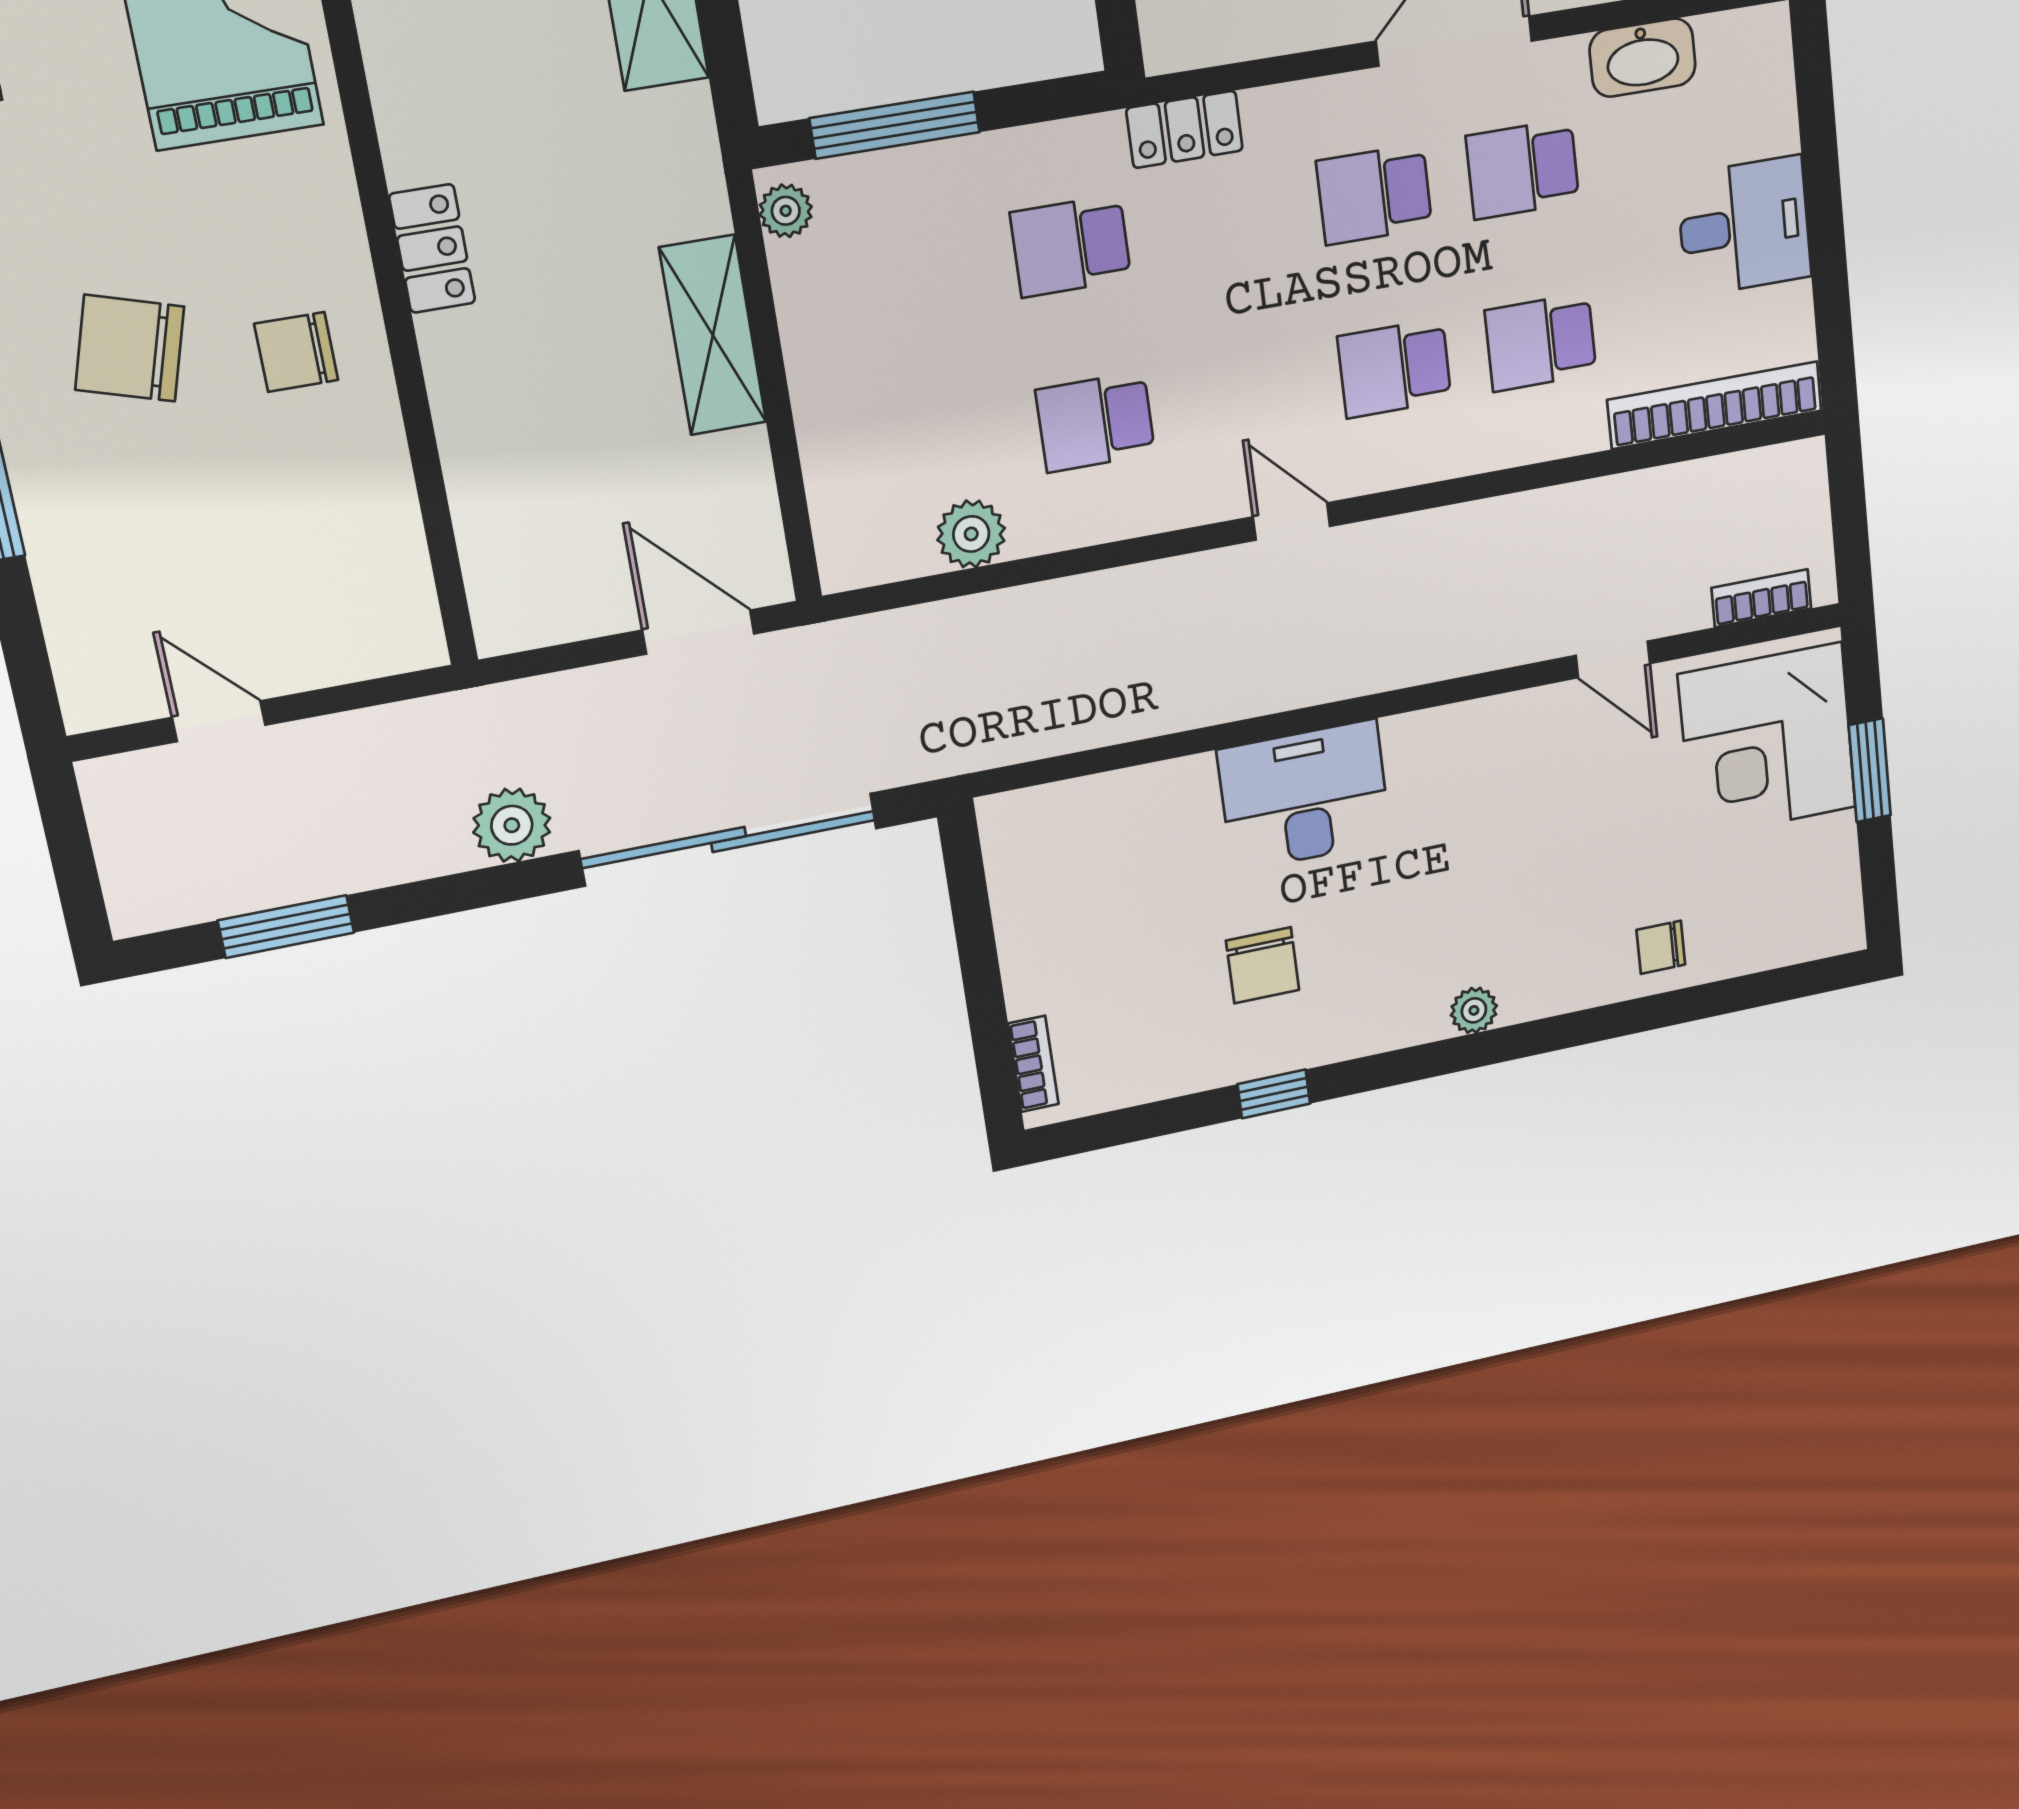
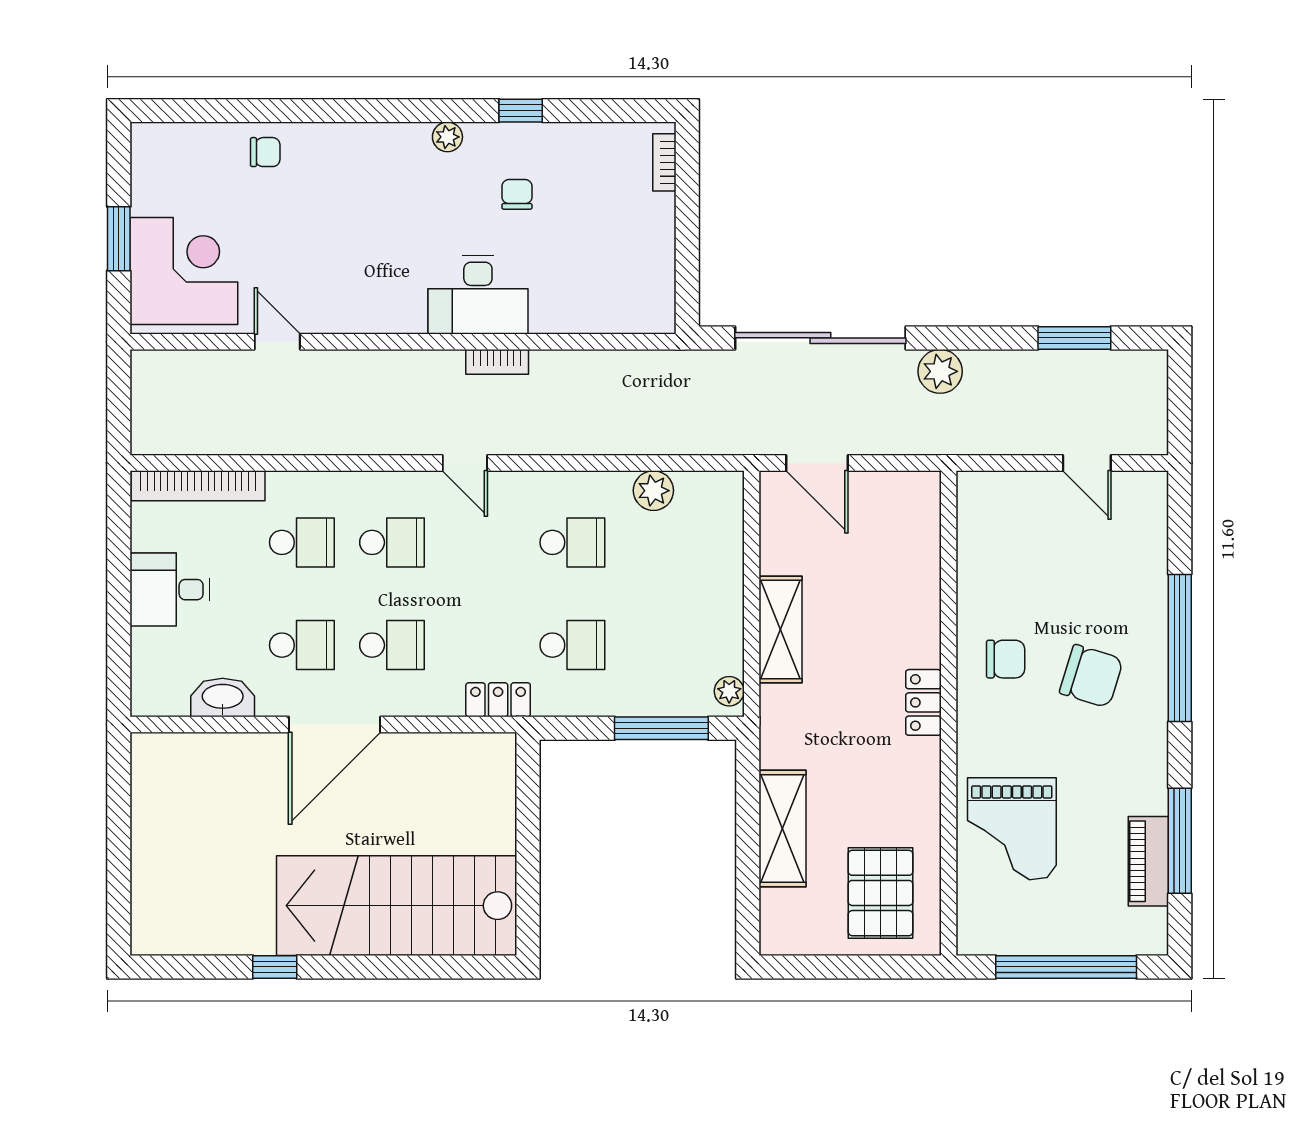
bookcase: (1761, 598) -> (497, 362), moved
chair: (1263, 965) -> (517, 194), width x0.73, depth x0.73
plant: (1474, 1010) -> (447, 137), moved

